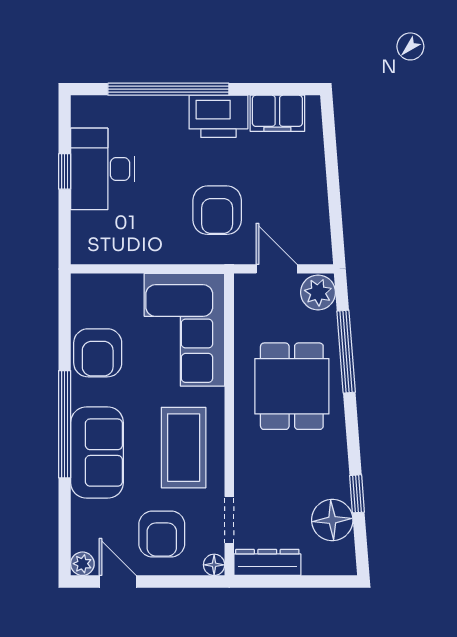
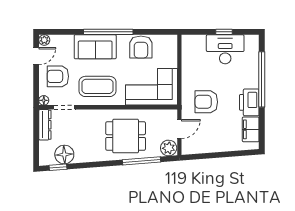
armchair: (98, 353) -> (141, 47), turned -90
window: (357, 494) -> (58, 167), moved

